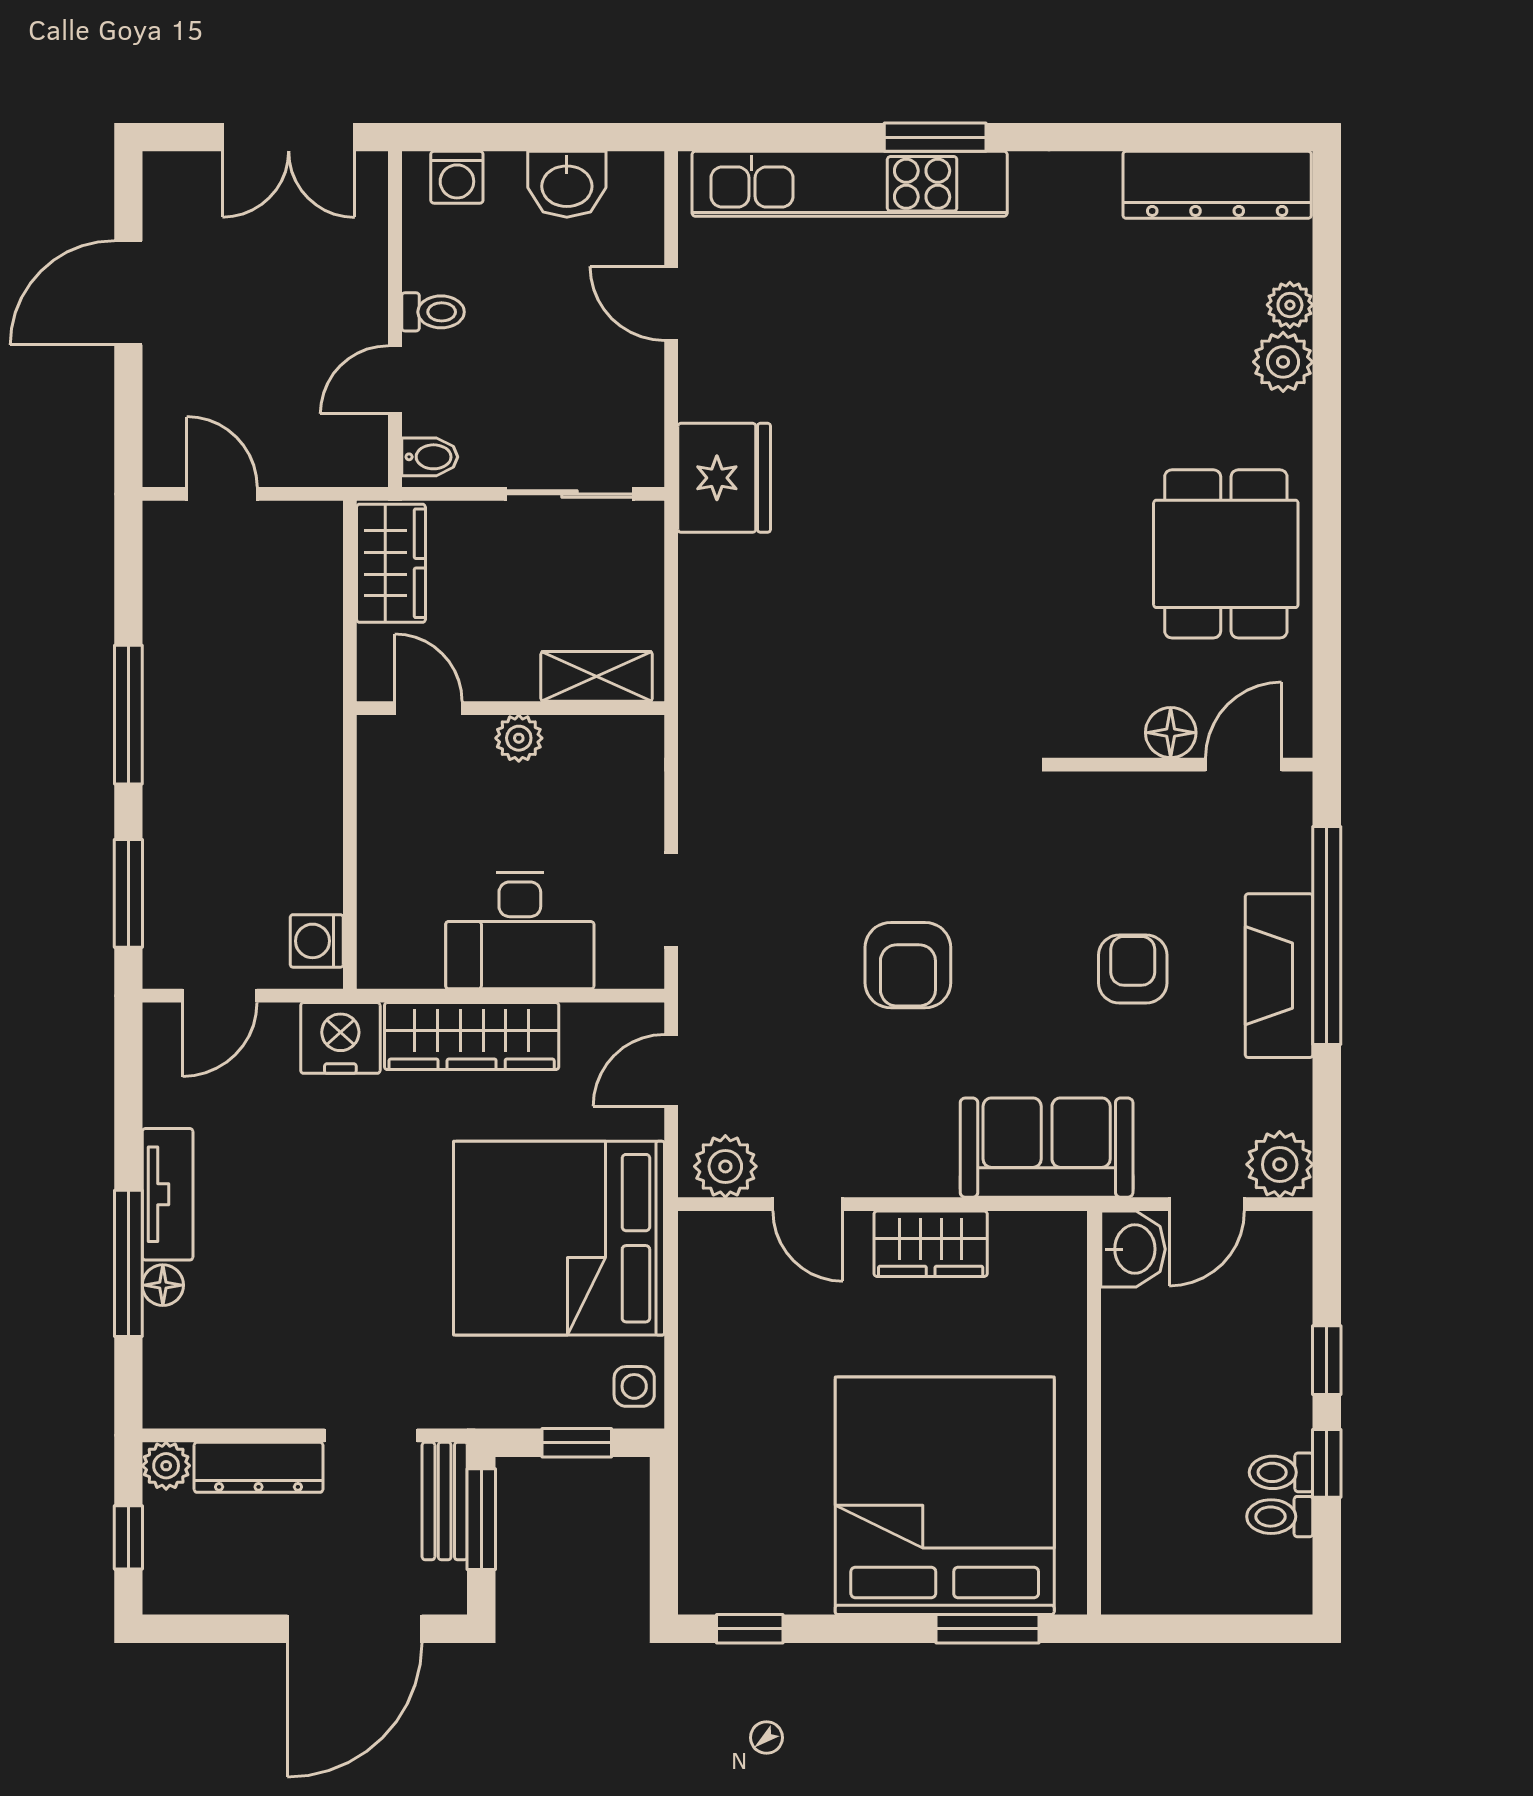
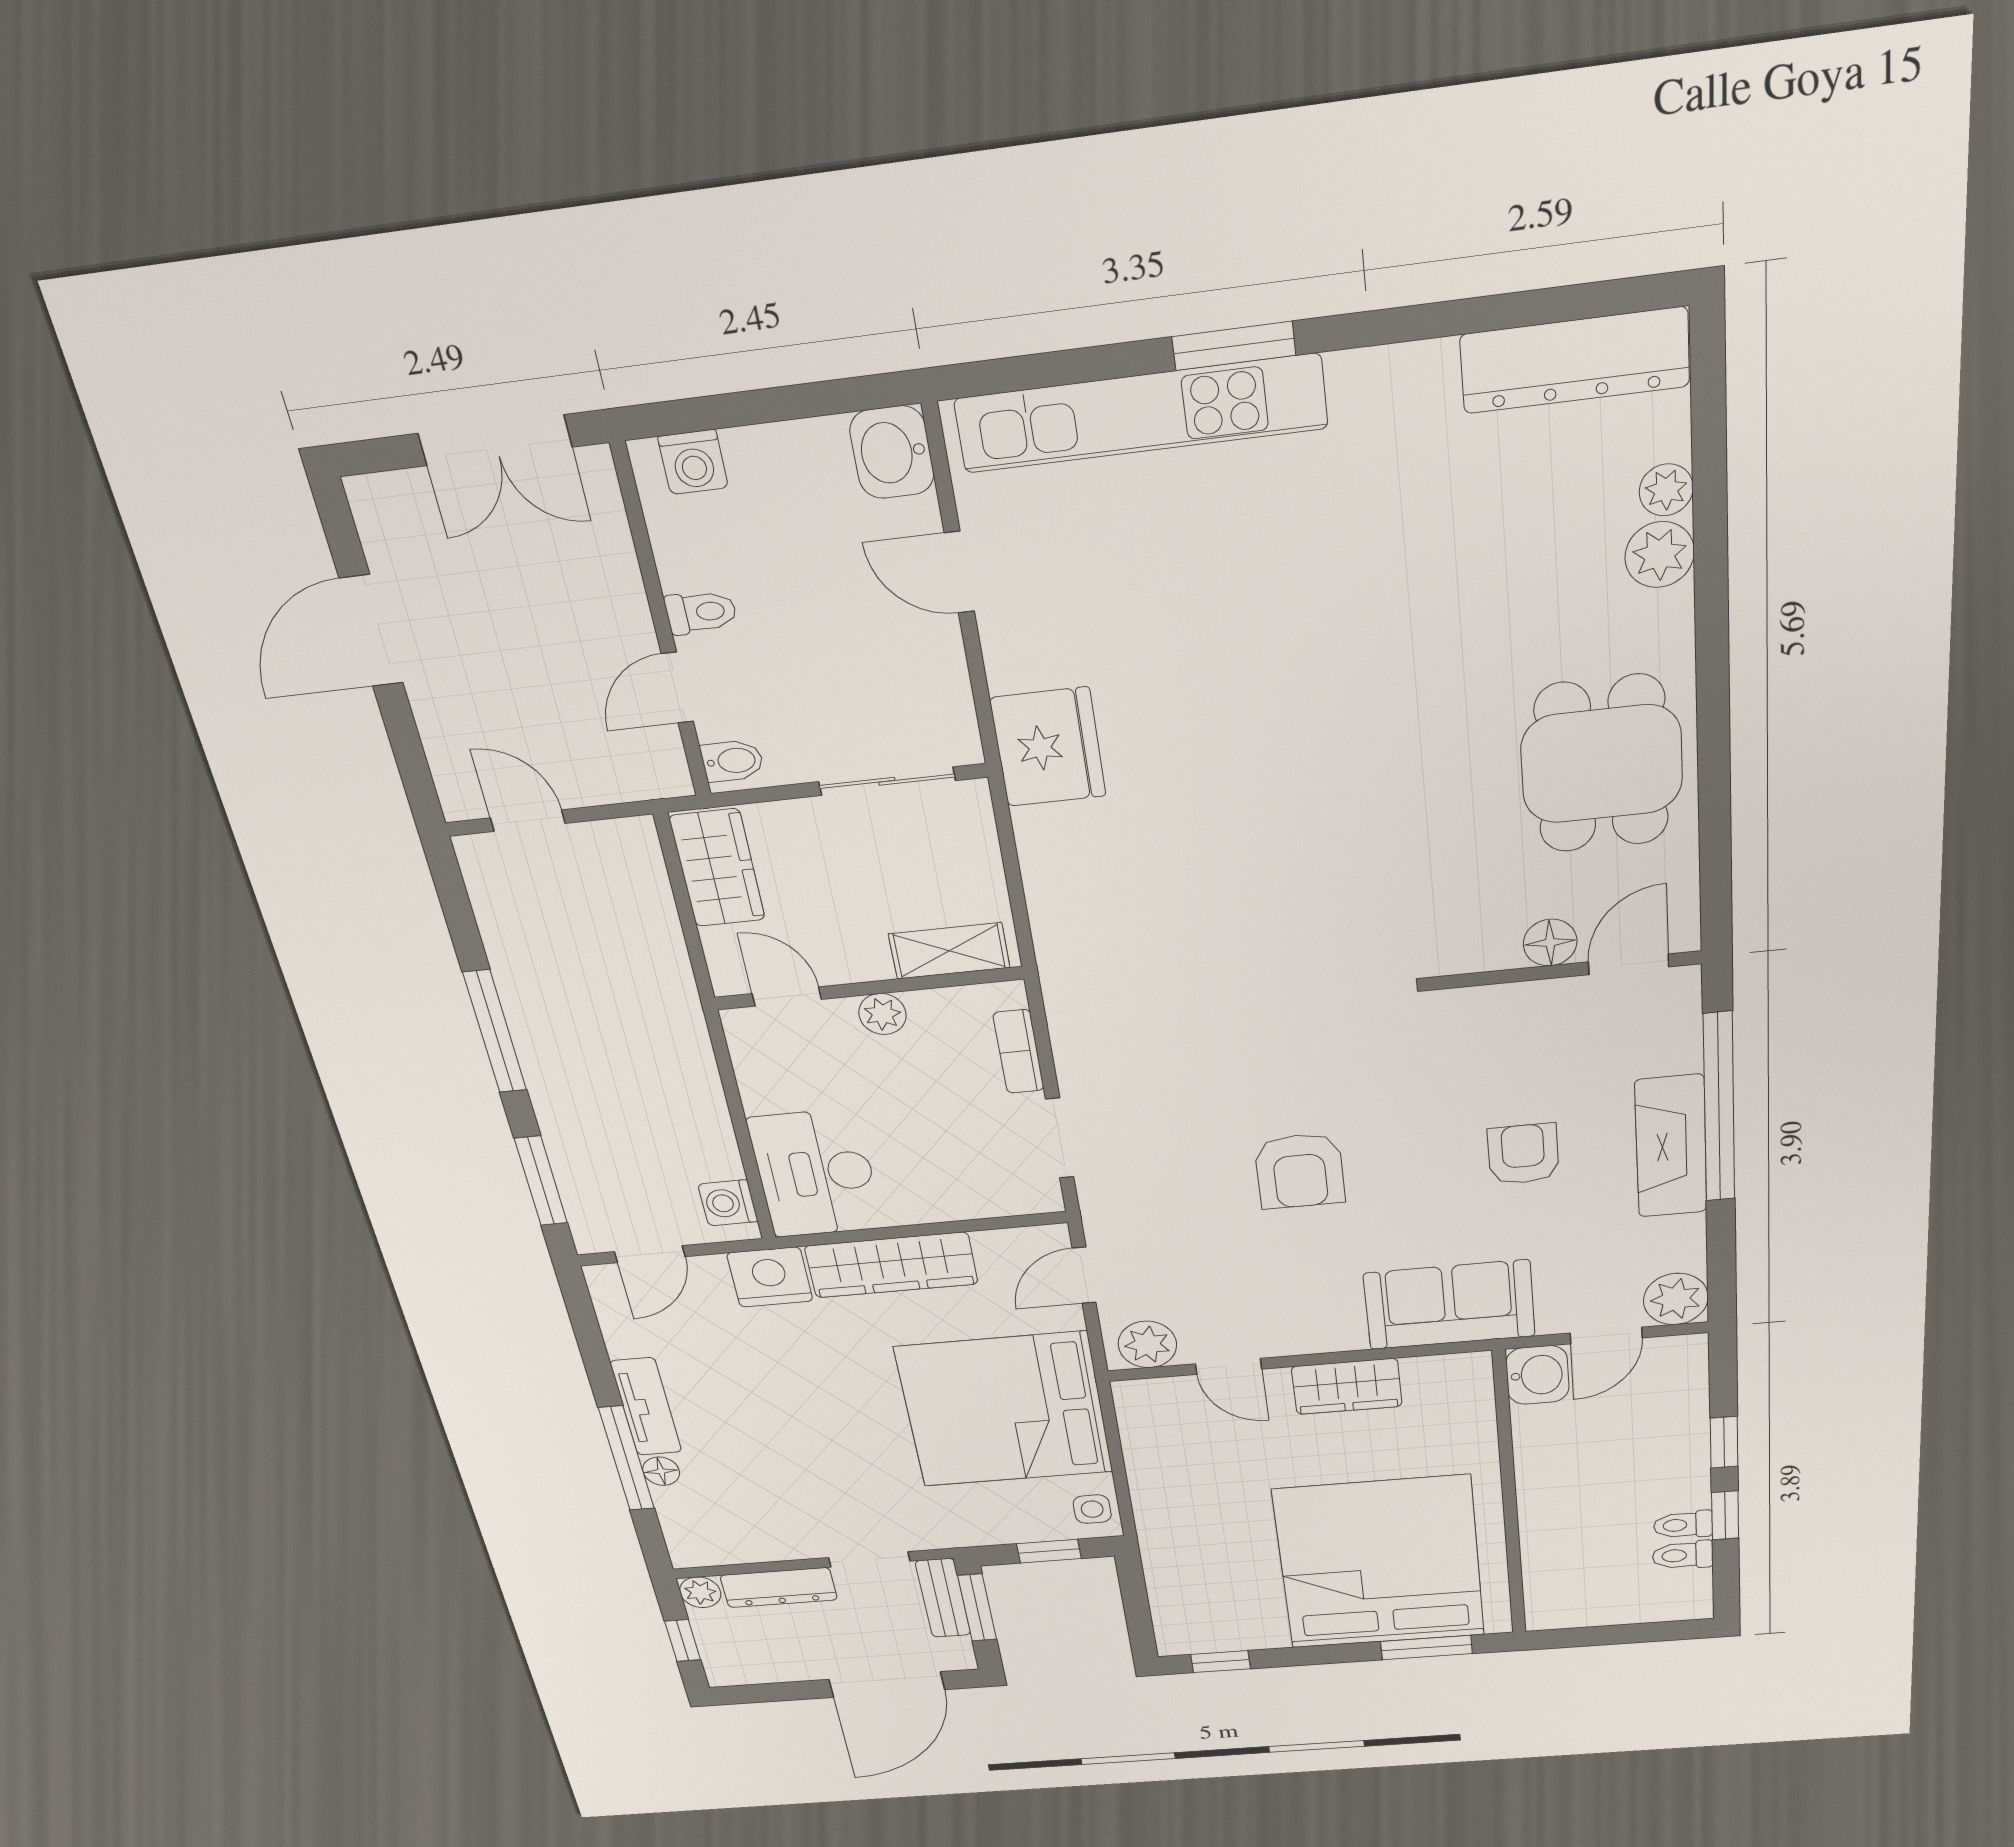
washbasin: (567, 184) -> (892, 452), moved, turned 90
bookcase: (646, 795) -> (1019, 1052), added
desk: (520, 931) -> (815, 1173), moved, turned 90

